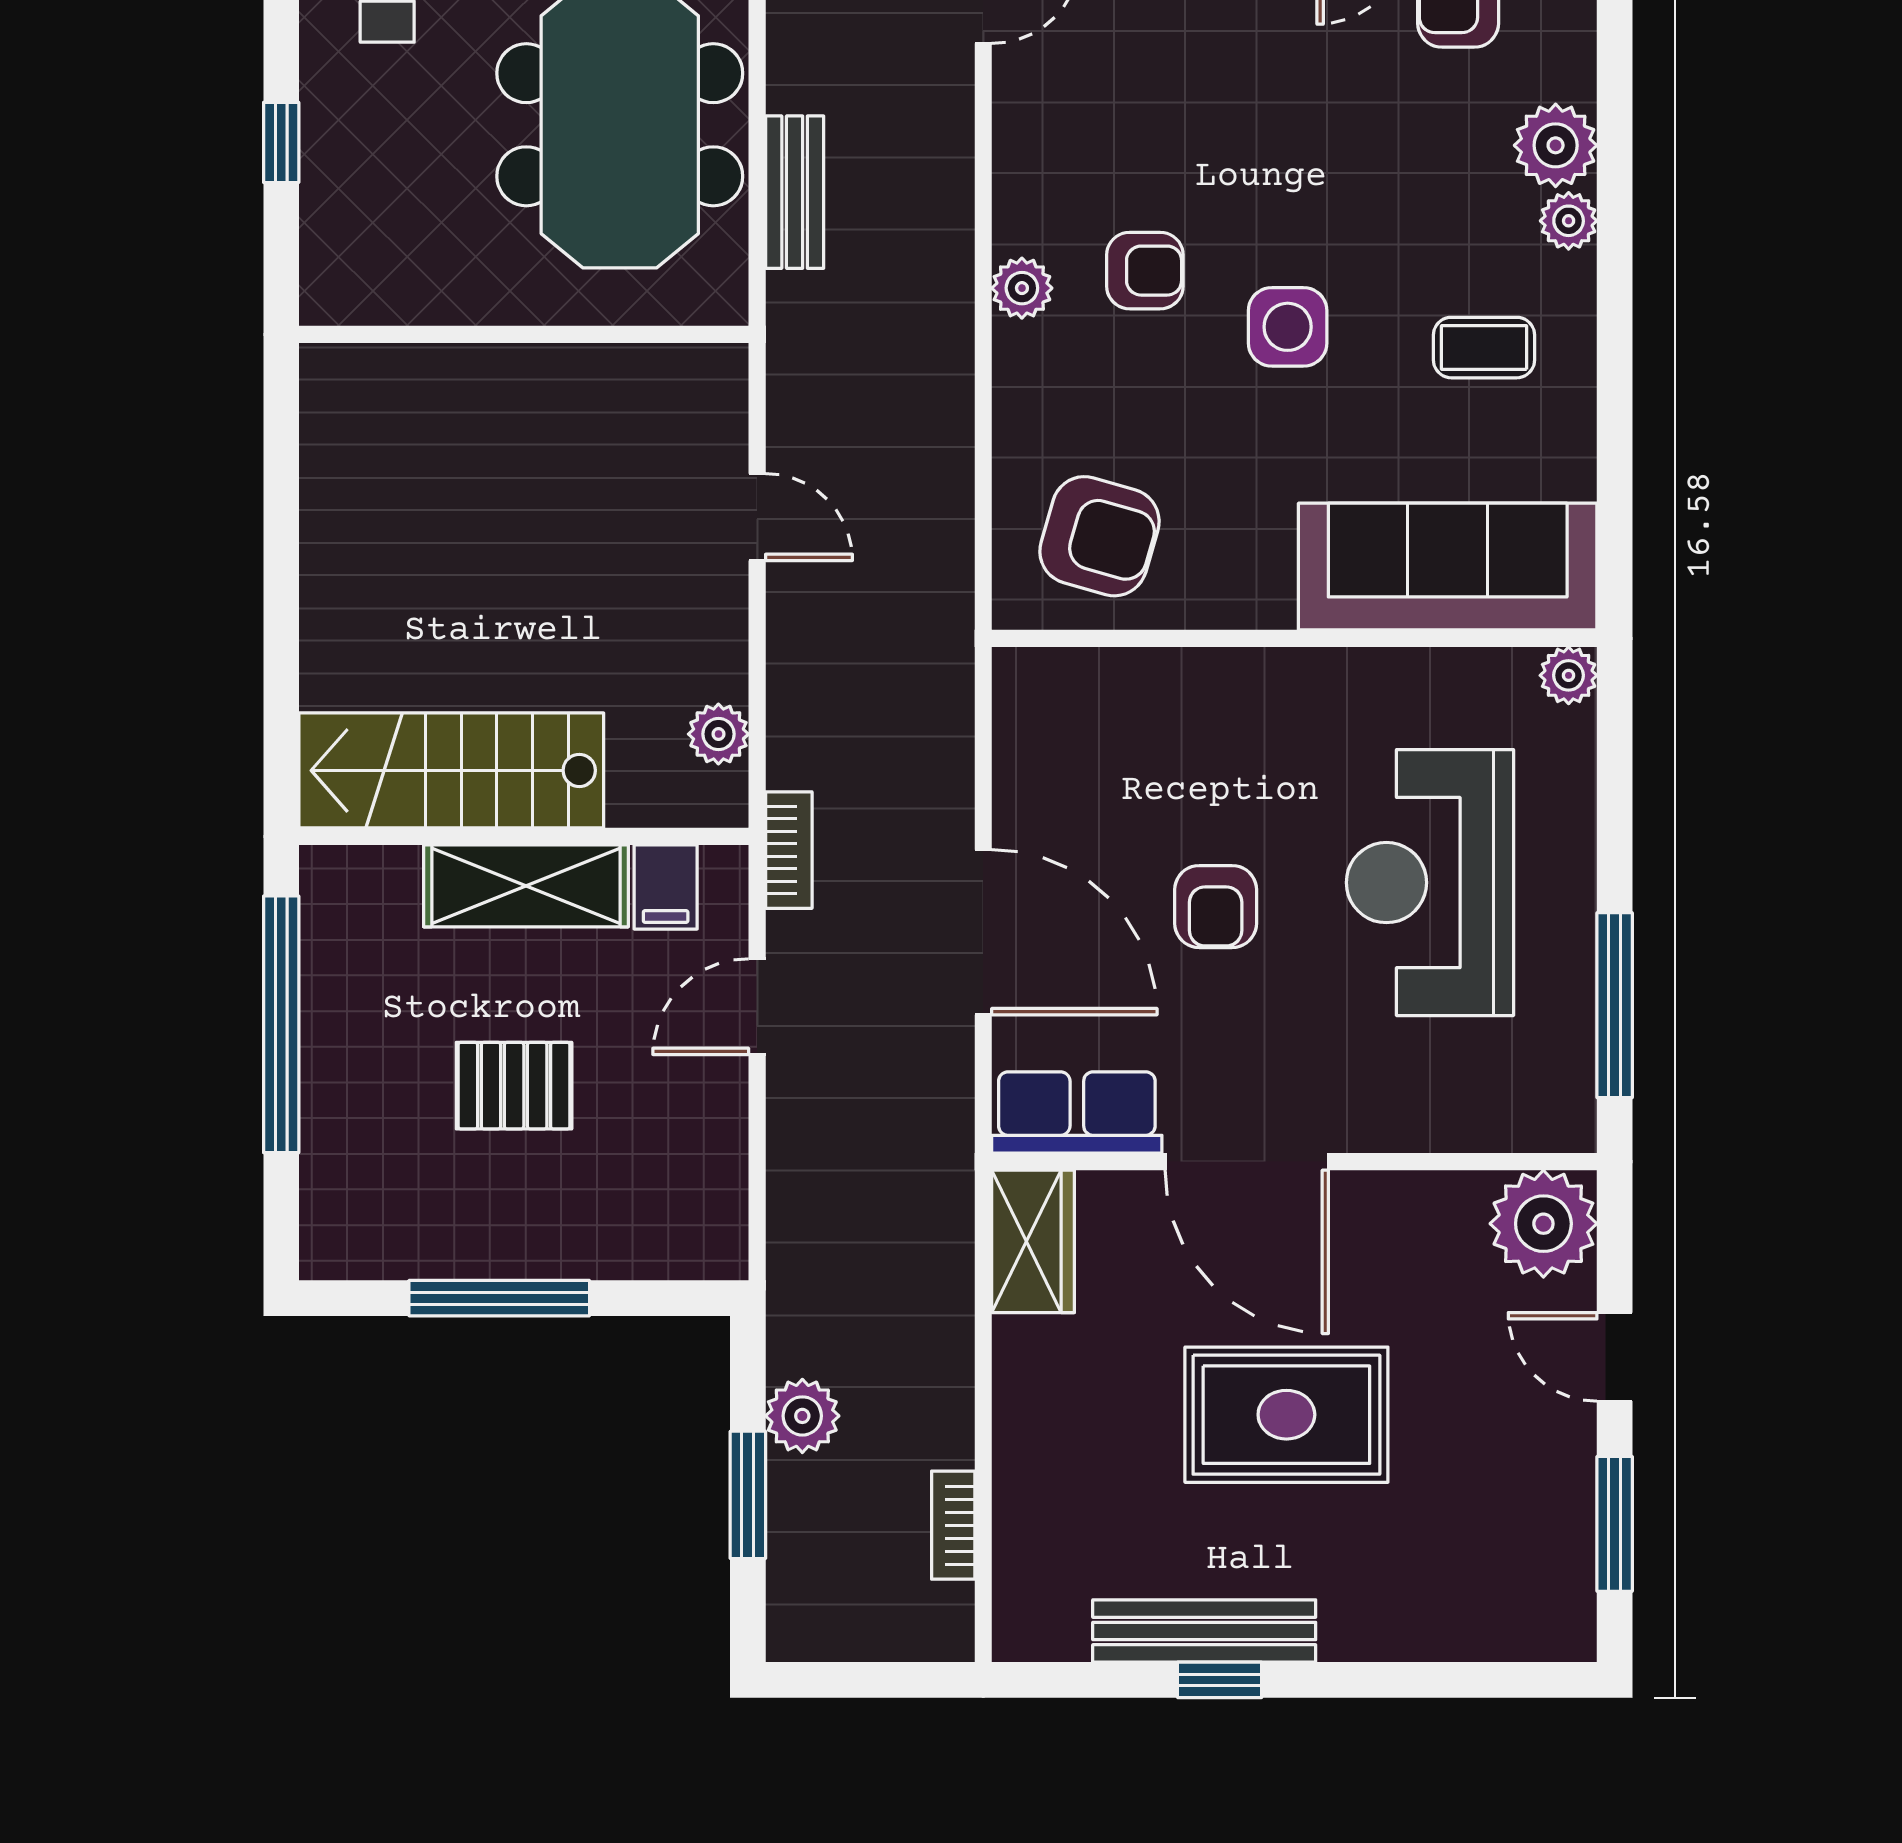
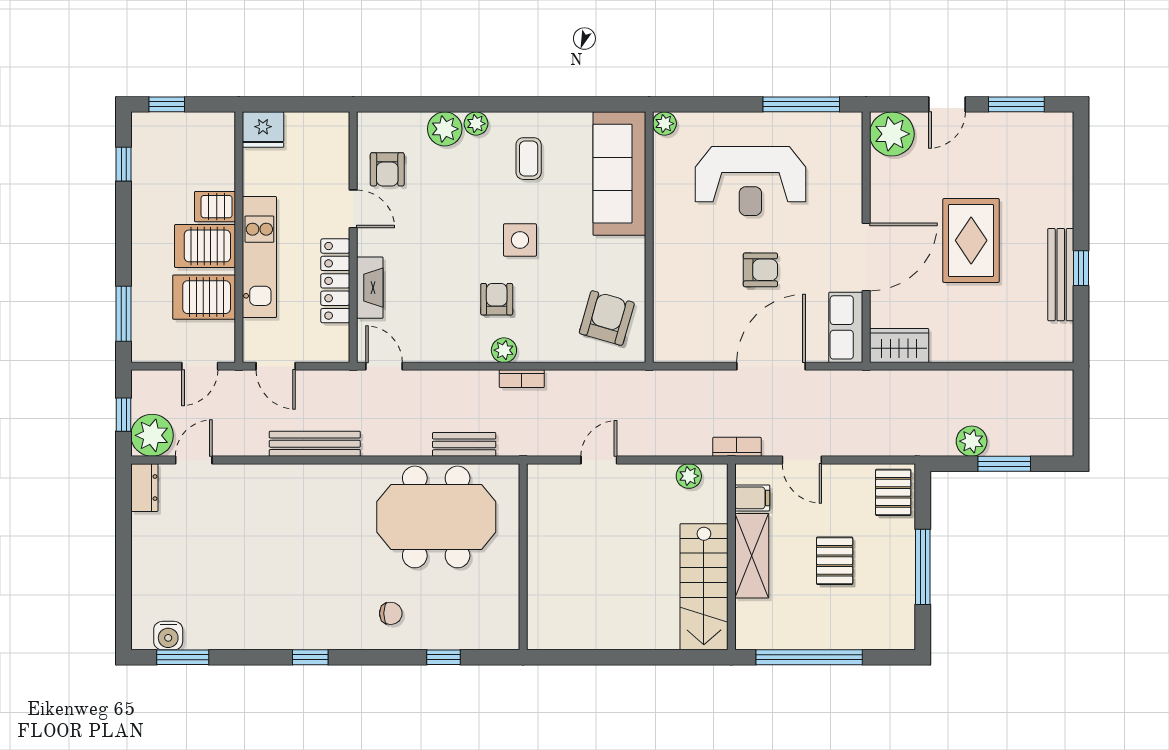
pallet: (679, 1227) -> (893, 492), added
bookcase: (953, 1525) -> (522, 379), moved

